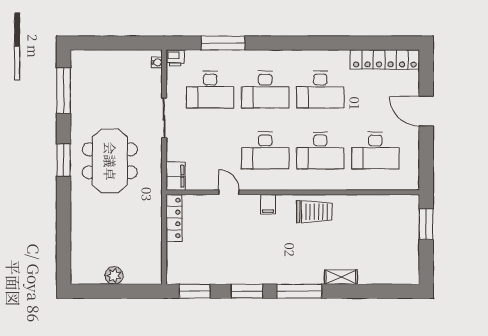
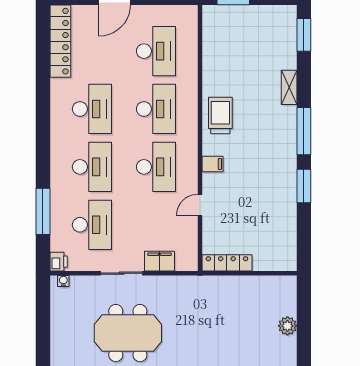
meeting table: (110, 161) -> (128, 333), moved
filing cabinet: (176, 176) -> (159, 261), moved
window: (195, 291) -> (304, 35), moved

